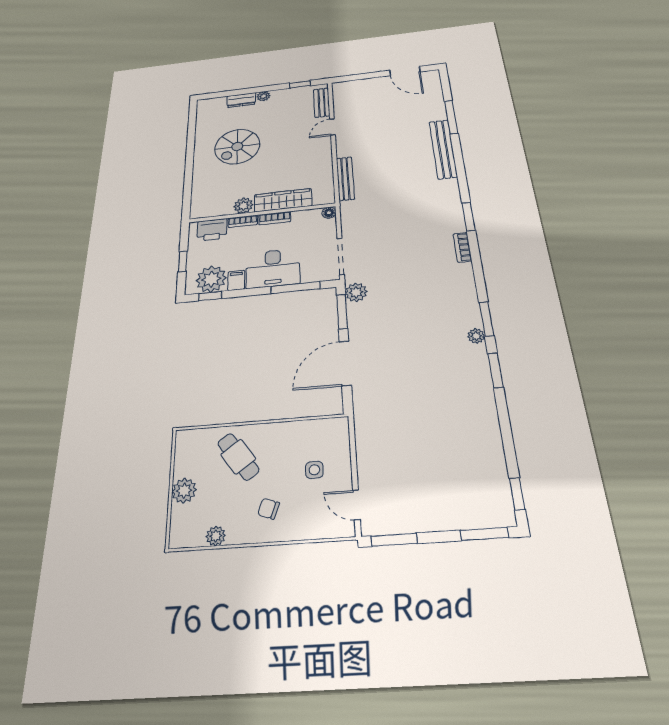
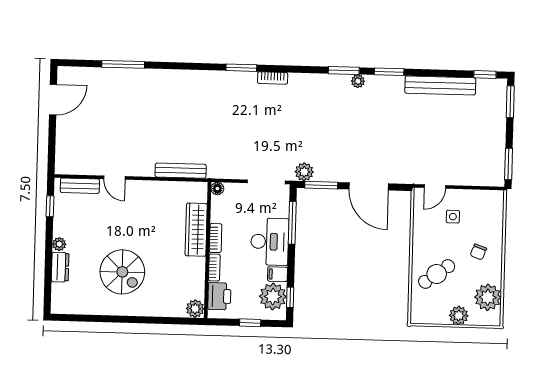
bench: (443, 149) -> (440, 85), moved
plant: (243, 206) -> (195, 309), moved
door: (356, 505) -> (435, 187), moved
plant: (216, 536) -> (488, 297), width x1.87, depth x1.87

